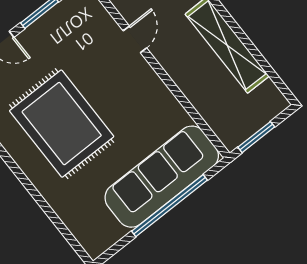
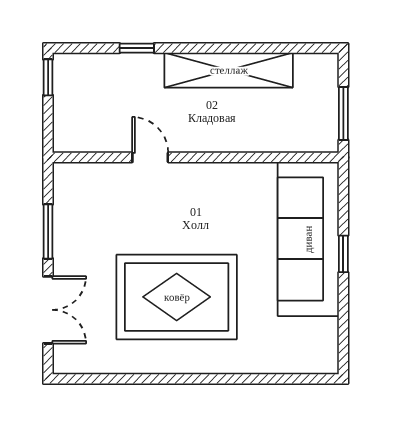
window: (170, 206) -> (343, 254), width x0.32

